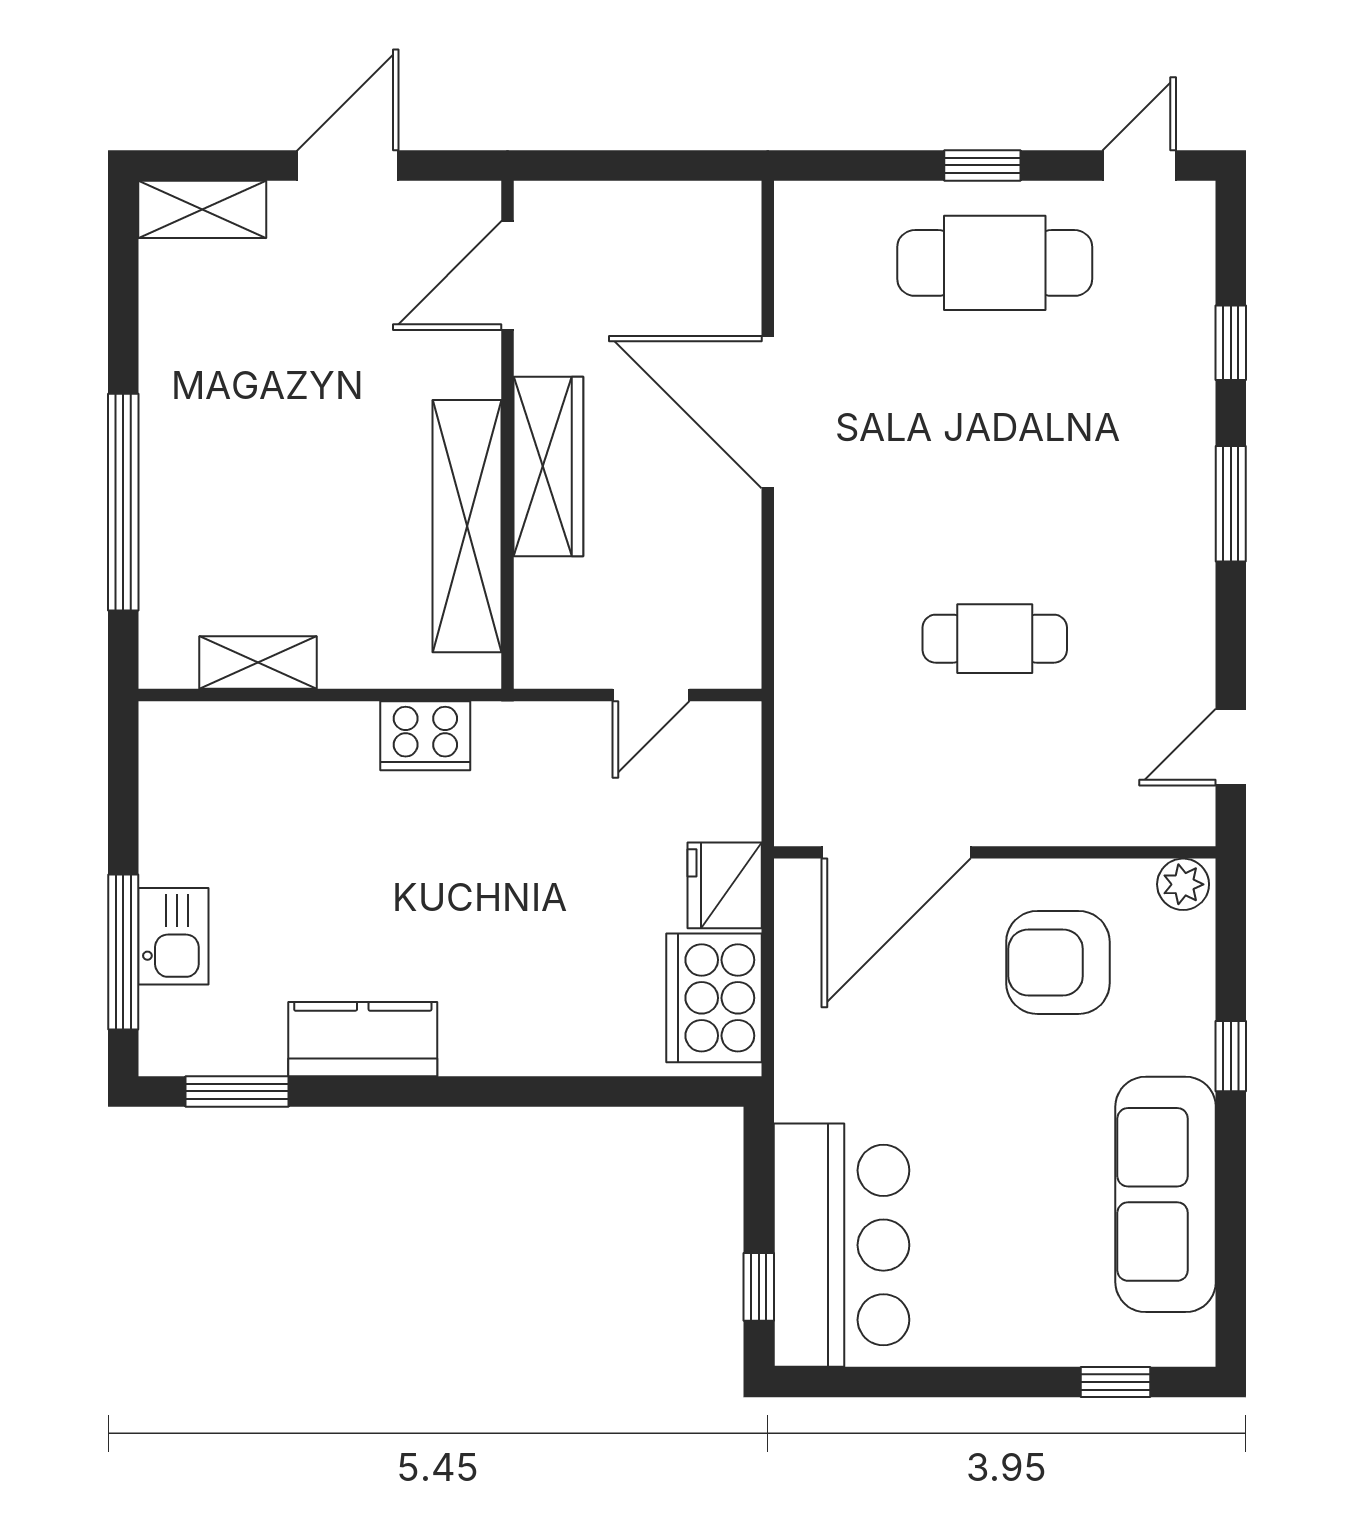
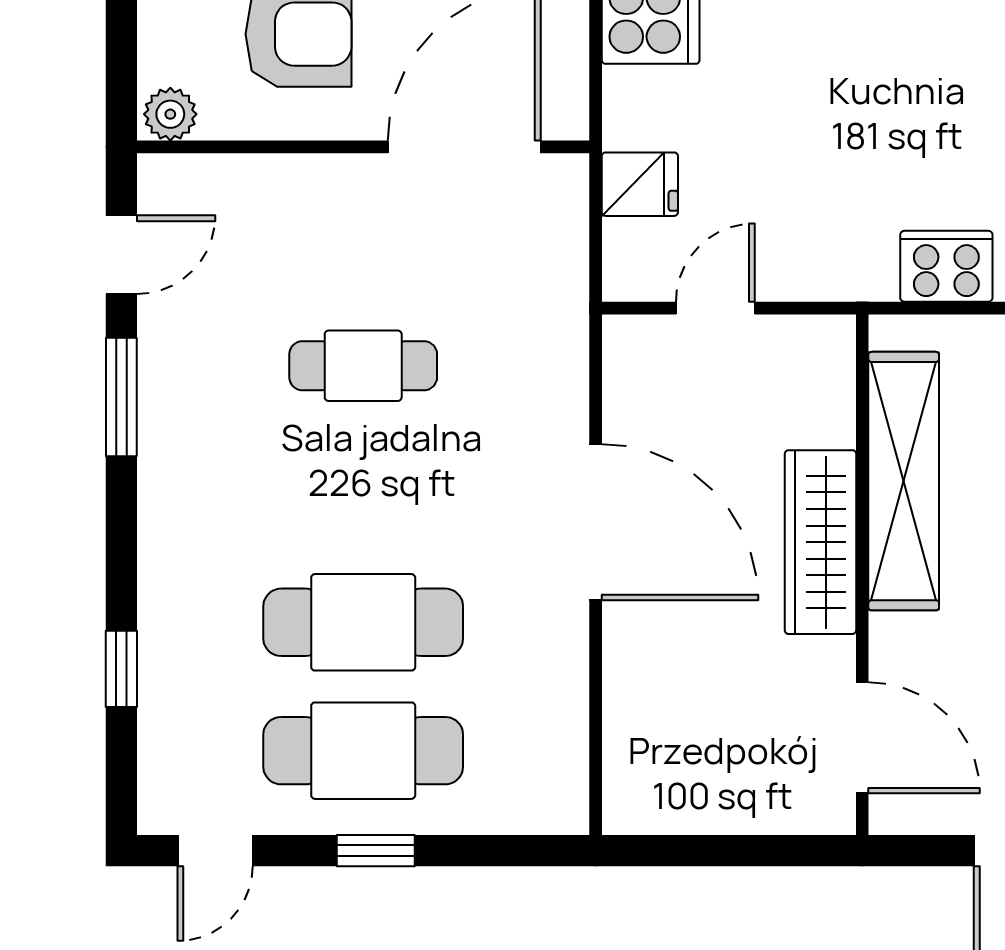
door: (508, 275) -> (862, 738), hinge flipped
cafe table: (995, 388) -> (363, 622), added
door: (768, 412) -> (596, 522), moved
window: (1231, 504) -> (121, 397), moved
fridge: (725, 885) -> (640, 184), moved, width x0.72

